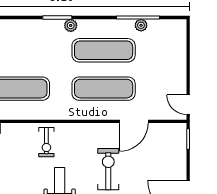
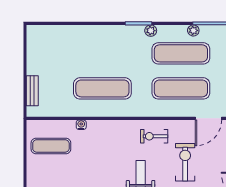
plant: (141, 25) -> (193, 30), moved
exercise bike: (46, 142) -> (154, 136), moved, turned 90

